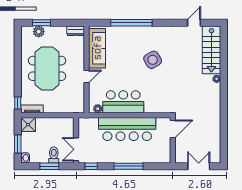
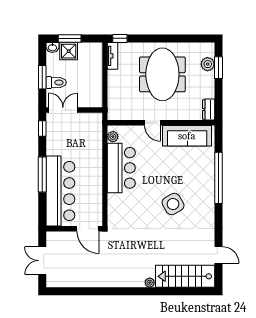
meeting table: (47, 68) -> (162, 74), turned 90
shower: (28, 125) -> (69, 51), moved
bar counter: (127, 129) -> (60, 191), moved, turned 180
double door: (199, 166) -> (42, 261), swing flipped

